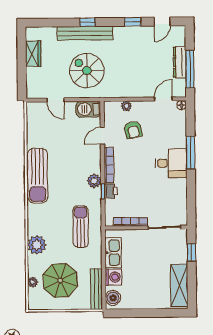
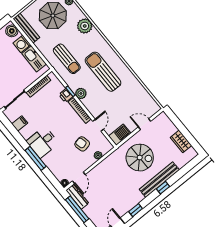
dresser: (180, 62) -> (77, 197), moved
sun lounger: (38, 176) -> (103, 72), moved
filing cabinet: (179, 200) -> (20, 123), added

